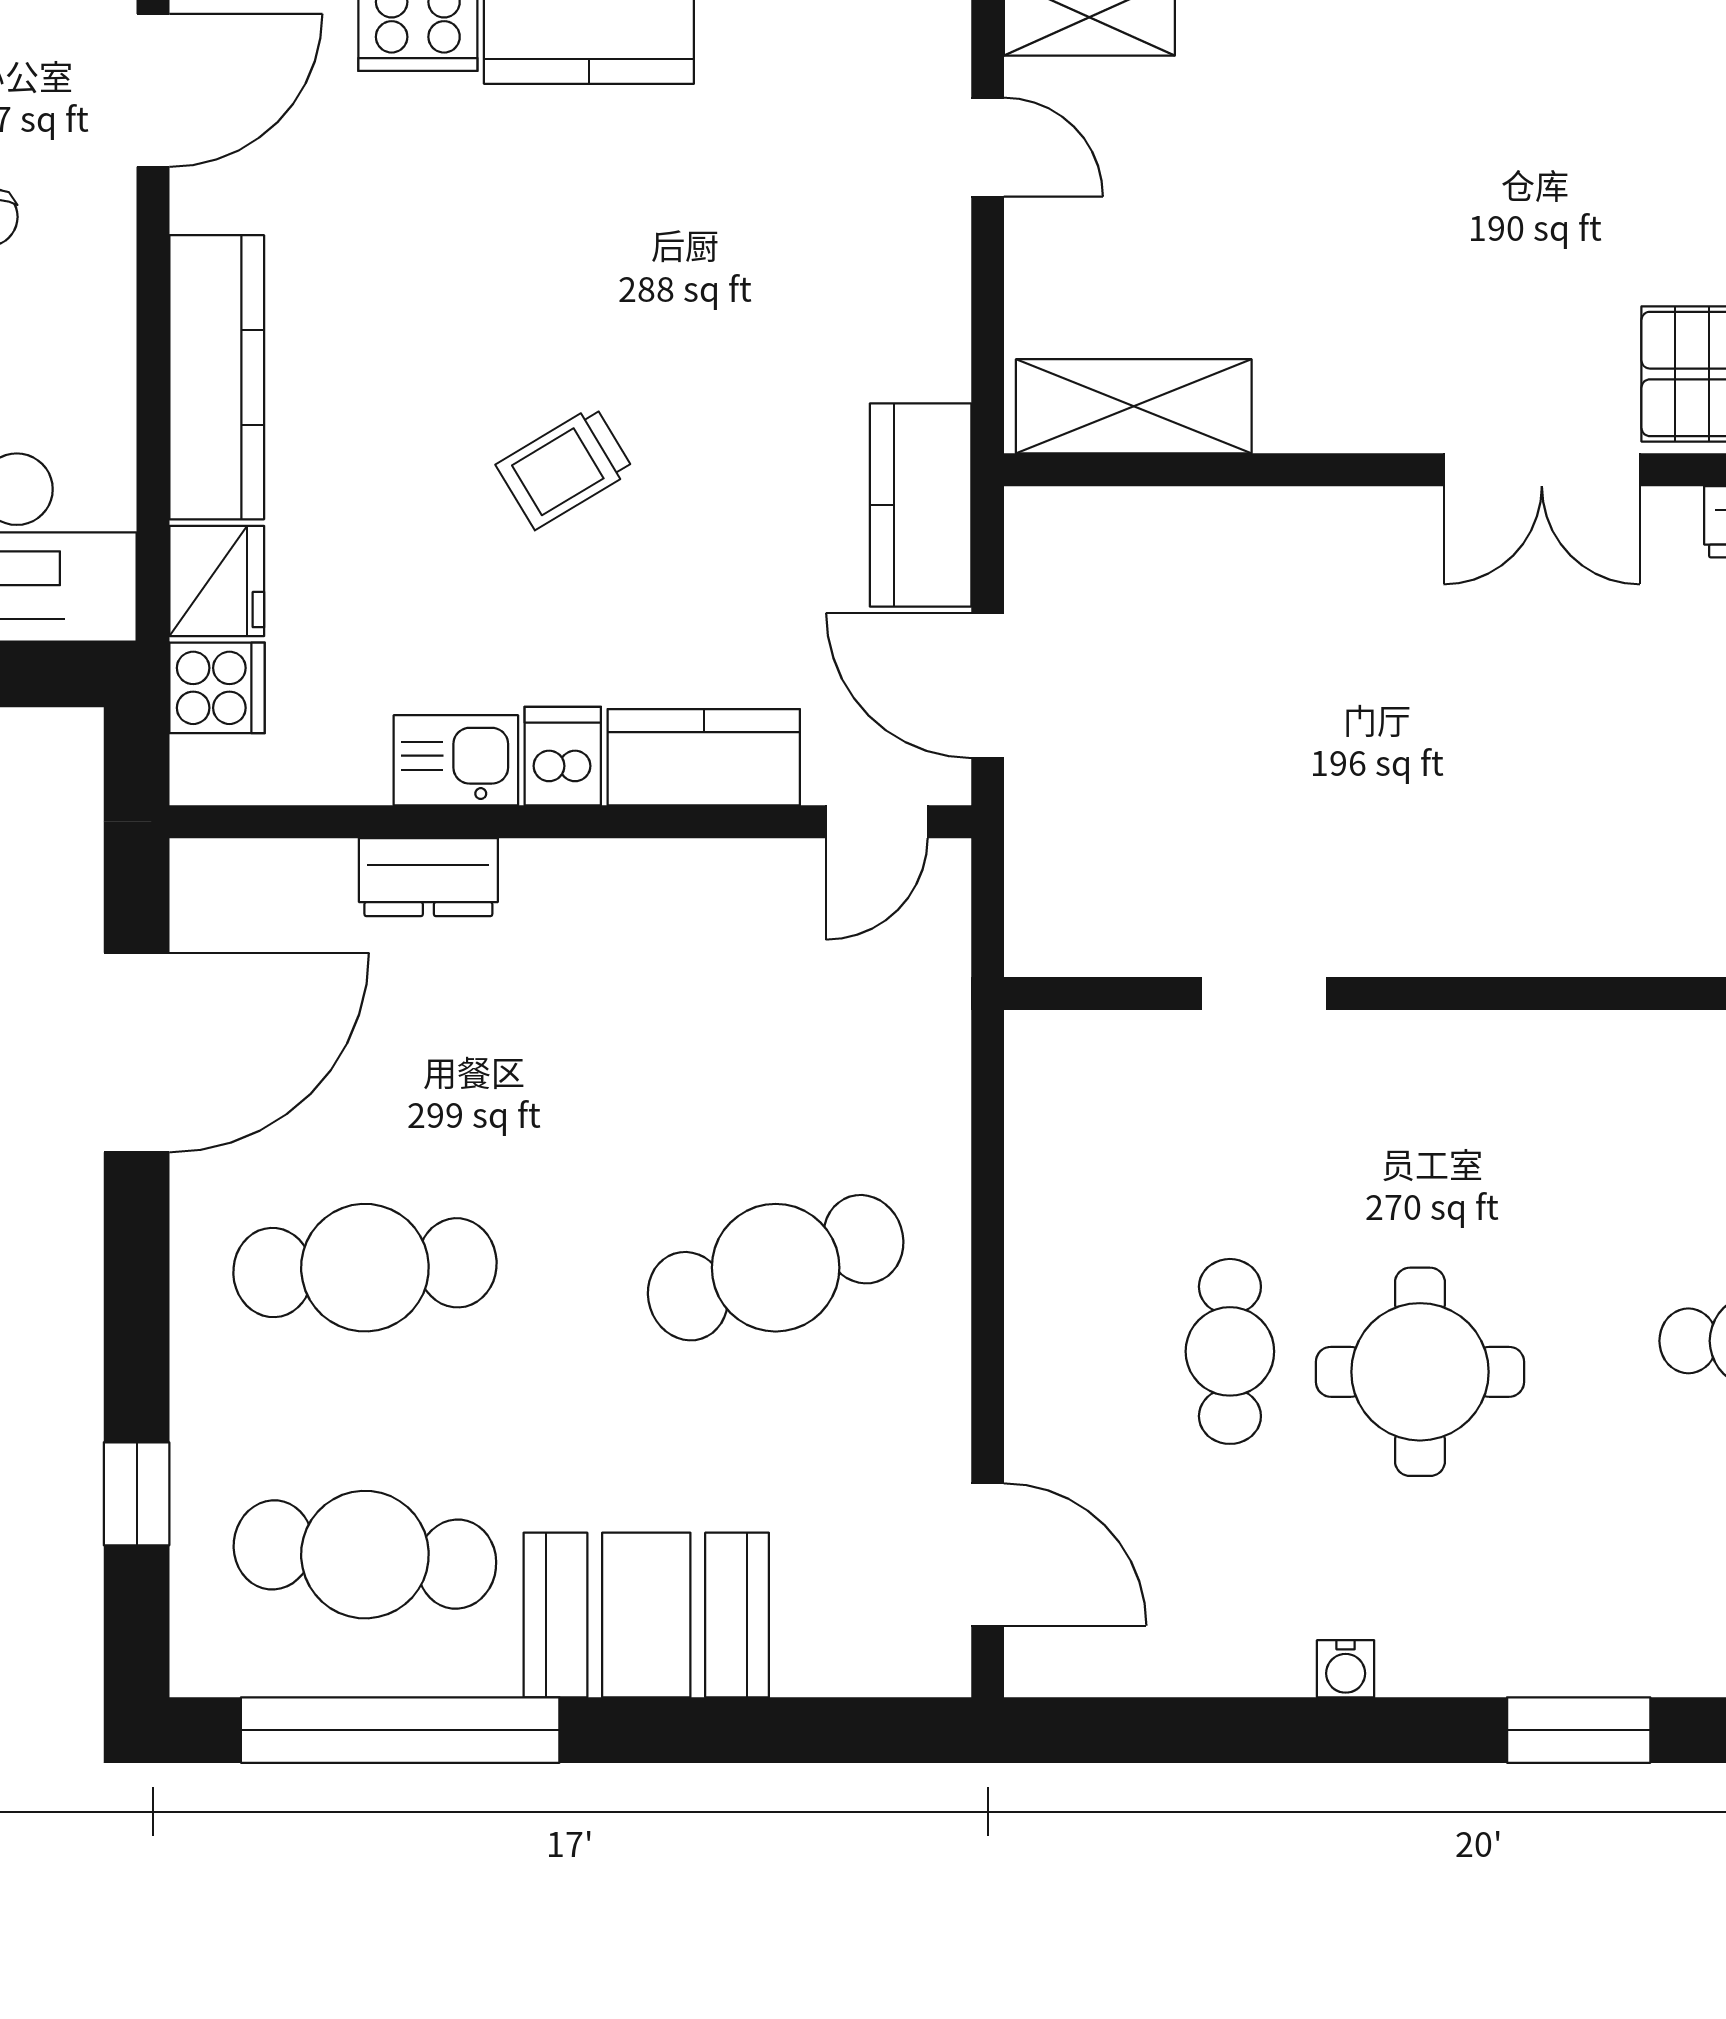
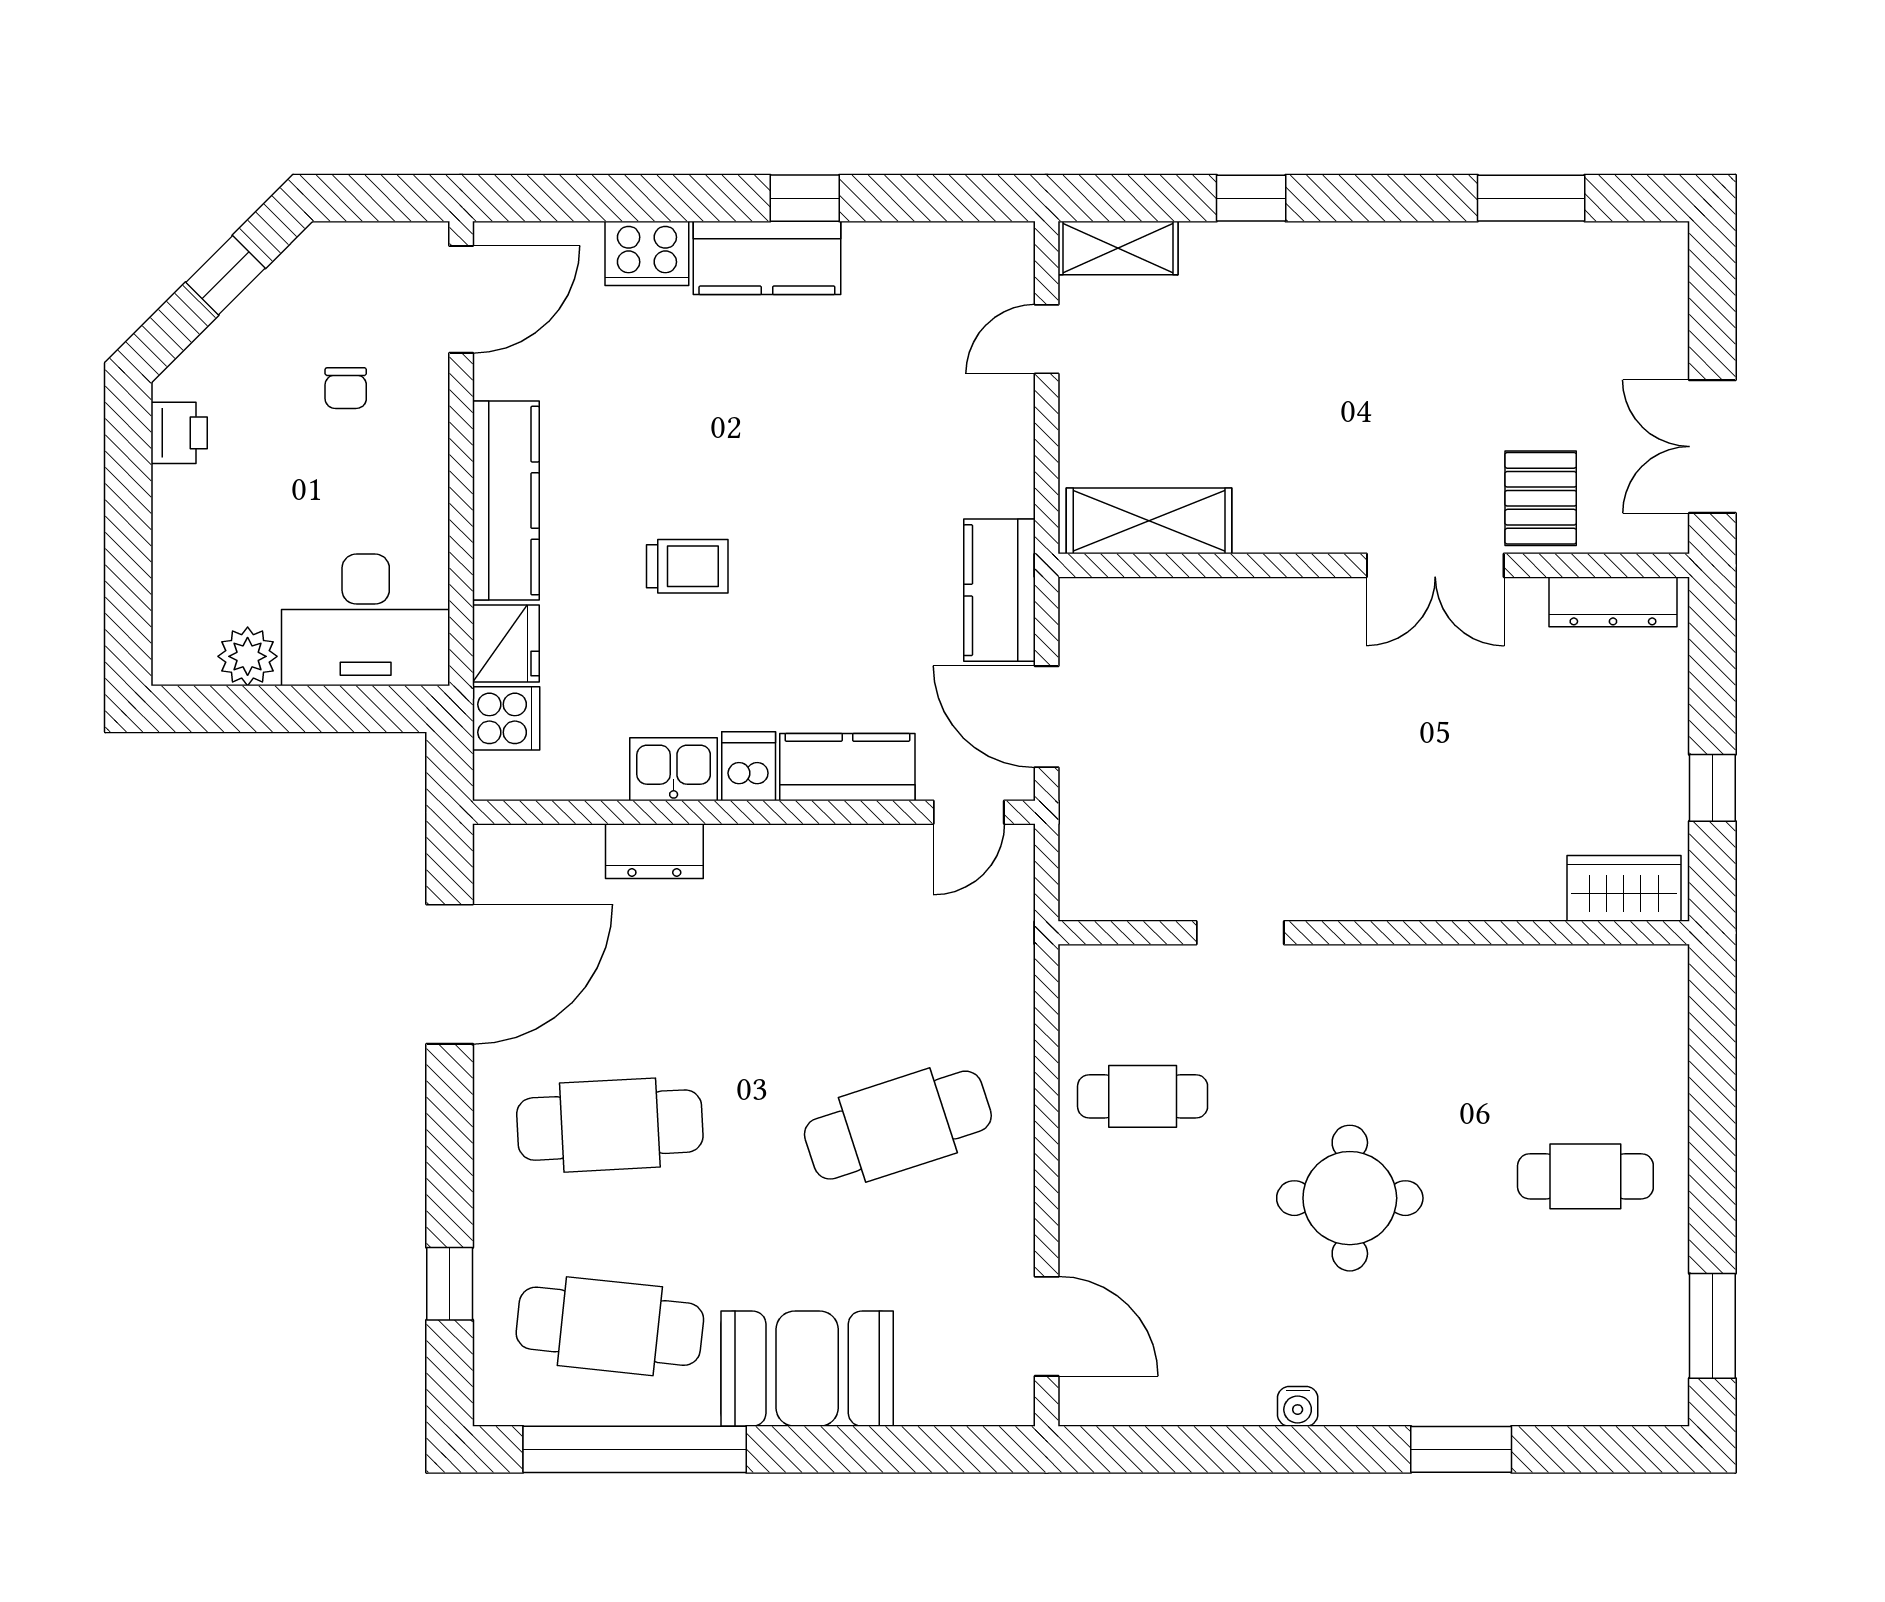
door: (988, 147) -> (1047, 339), swing flipped
trolley: (565, 468) -> (687, 566), moved, turned -149
cafe table: (1230, 1351) -> (1143, 1096), moved, turned 90

